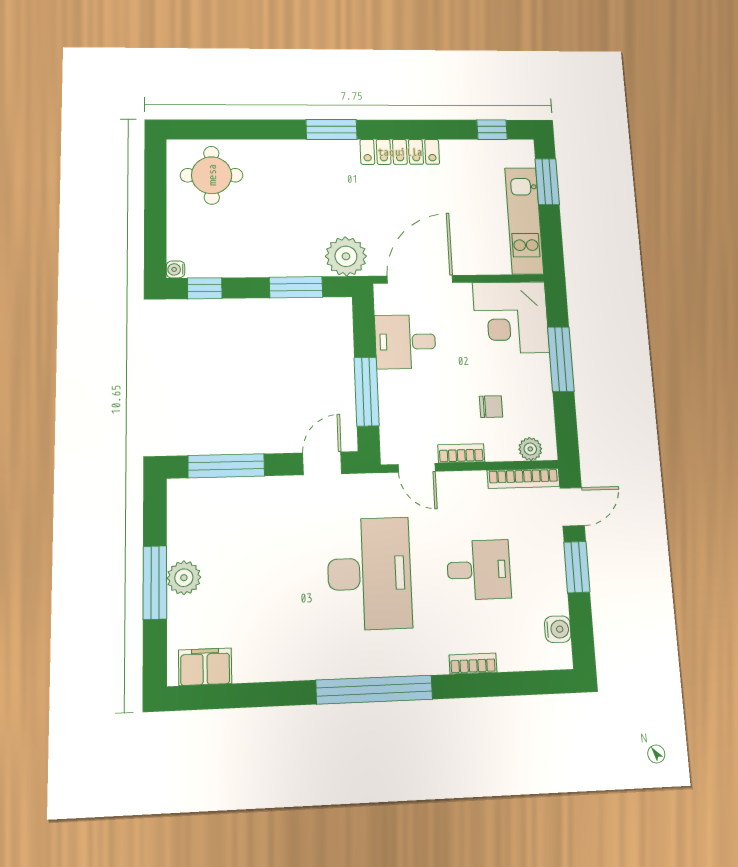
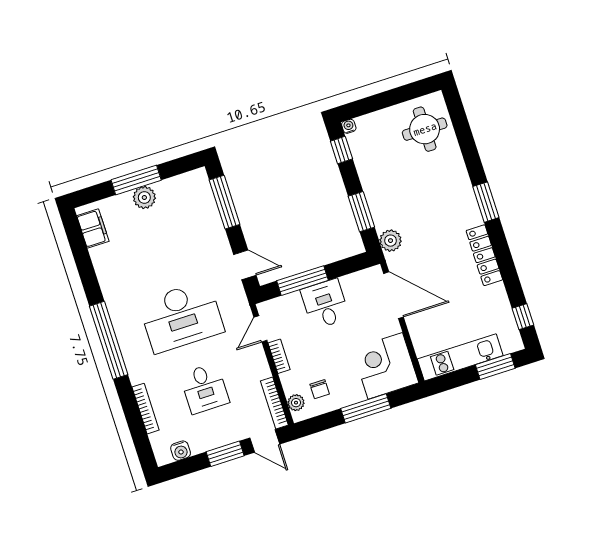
plant: (346, 256) -> (391, 241), width x0.73, depth x0.73
desk: (405, 342) -> (325, 304), moved
chair: (491, 407) -> (320, 389), moved
bookcase: (473, 664) -> (146, 409), width x1.56

